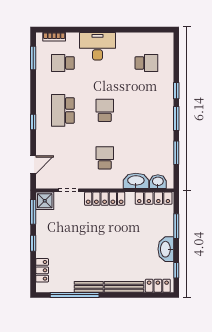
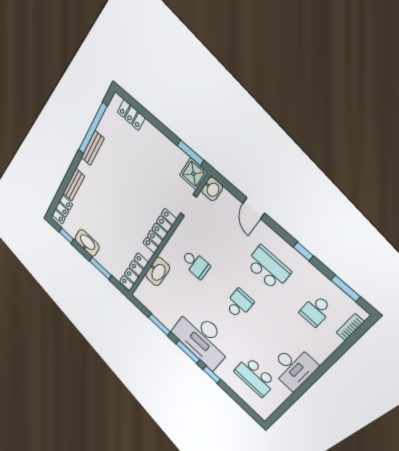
desk: (98, 46) -> (293, 367), moved
school desk: (63, 63) -> (316, 311), turned 180
school desk: (146, 63) -> (255, 377), width x1.85
school desk: (105, 110) -> (239, 304), turned -90
desk: (155, 116) -> (202, 338), added
window: (33, 122) -> (303, 251), moved
door: (33, 165) -> (254, 208), moved
washbasin: (158, 182) -> (212, 189), moved
window: (33, 243) -> (161, 127), removed
bench: (124, 287) -> (74, 185), width x0.73

